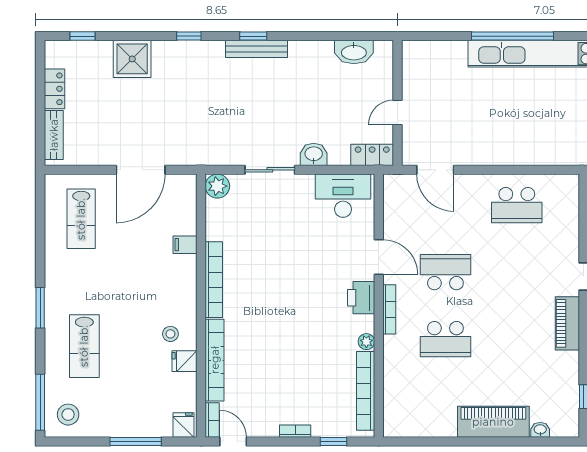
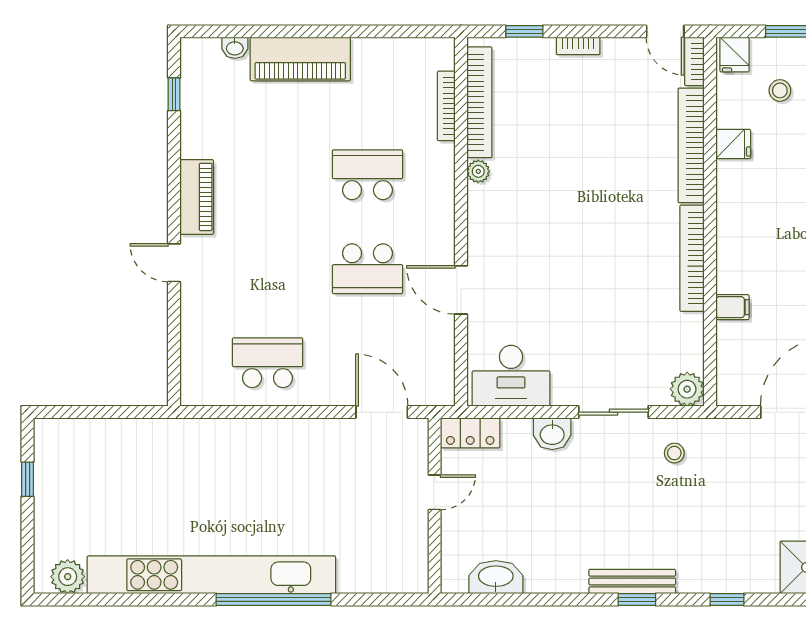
stool: (226, 141) -> (674, 453), added
printer: (361, 298) -> (486, 233), removed
bookcase: (389, 309) -> (446, 106), moved
stool: (170, 334) -> (780, 90), moved

